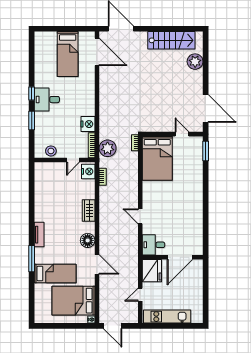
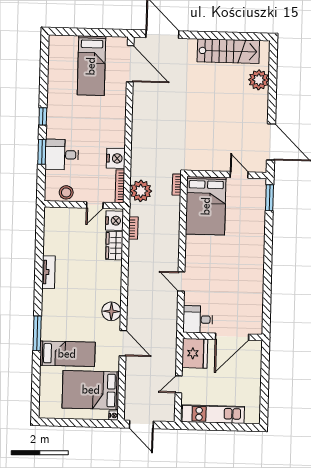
desk: (47, 100) -> (62, 155), moved
wardrobe: (89, 210) -> (114, 246), moved
tv unit: (39, 235) -> (49, 272), moved

